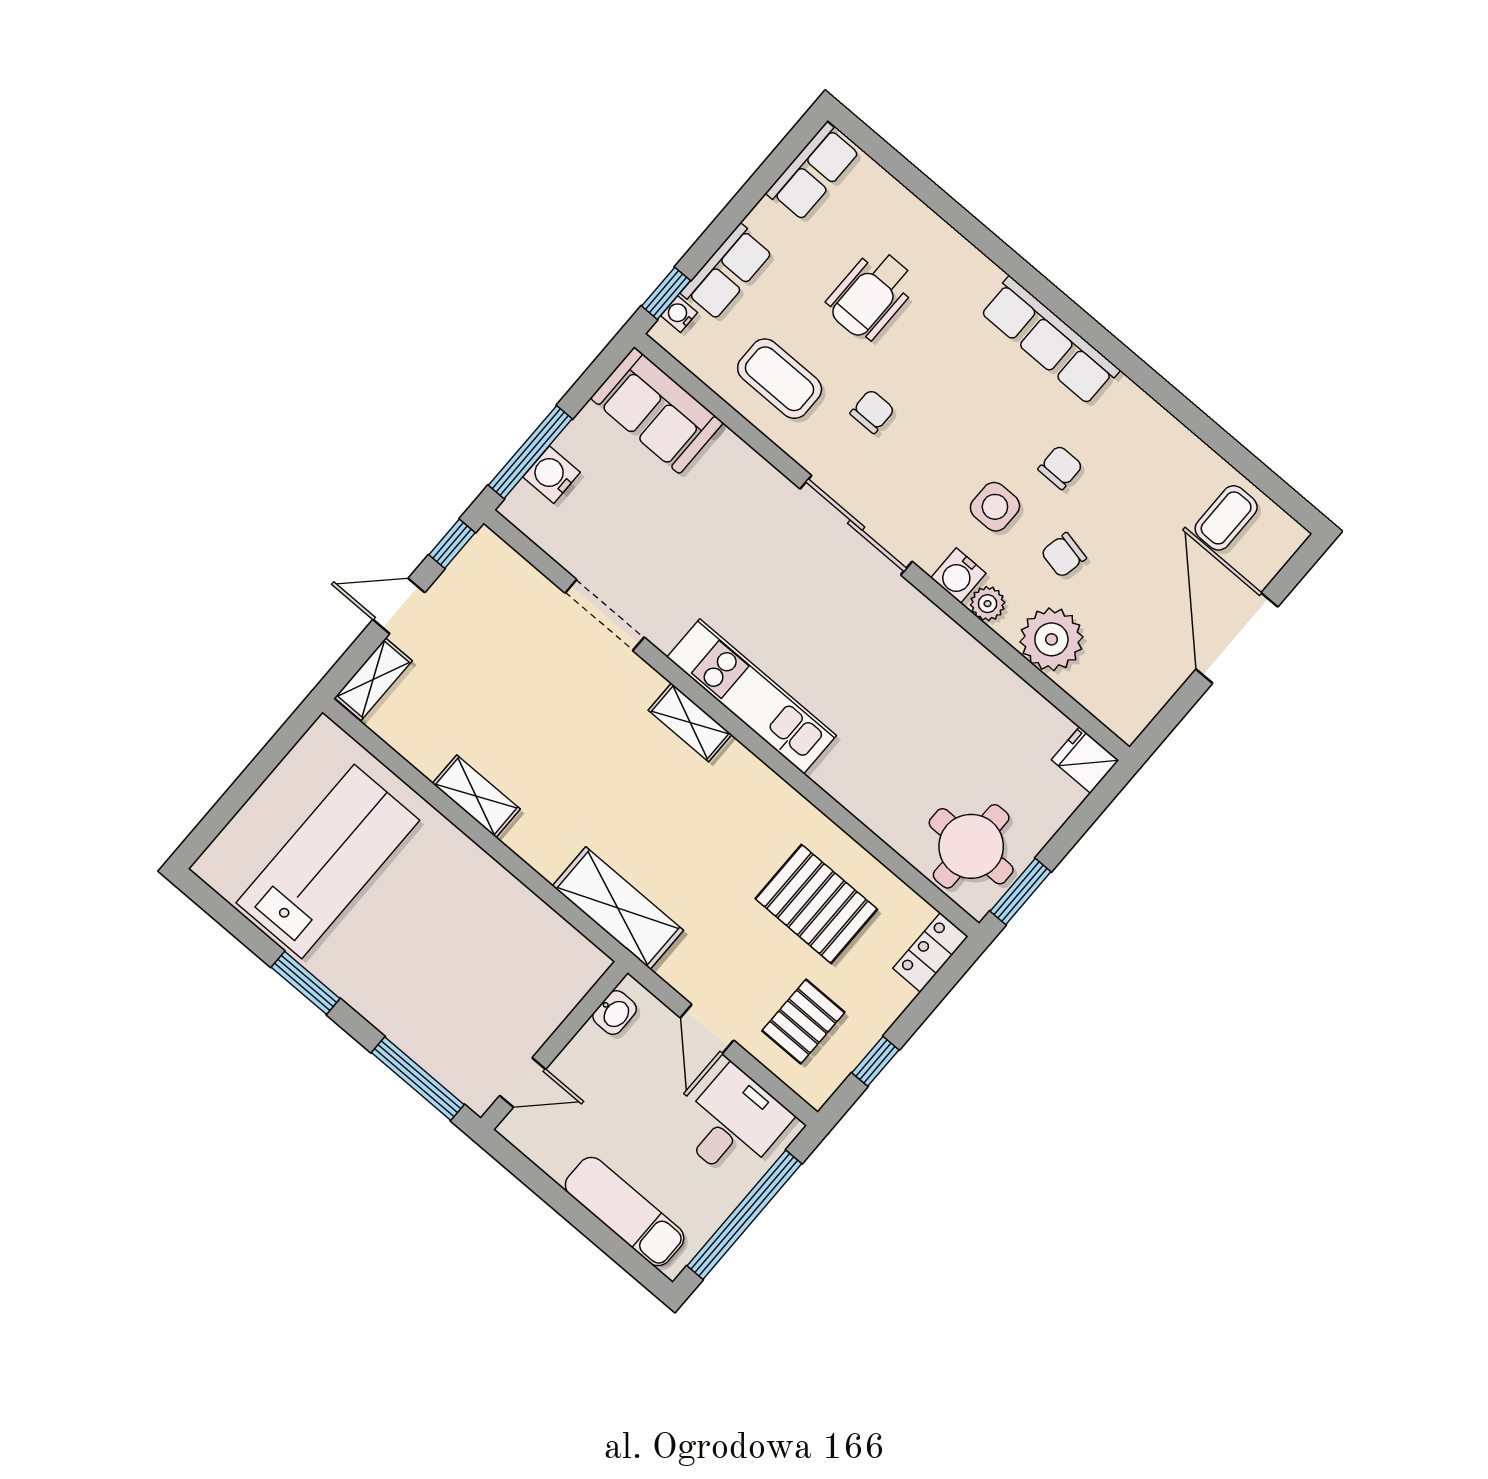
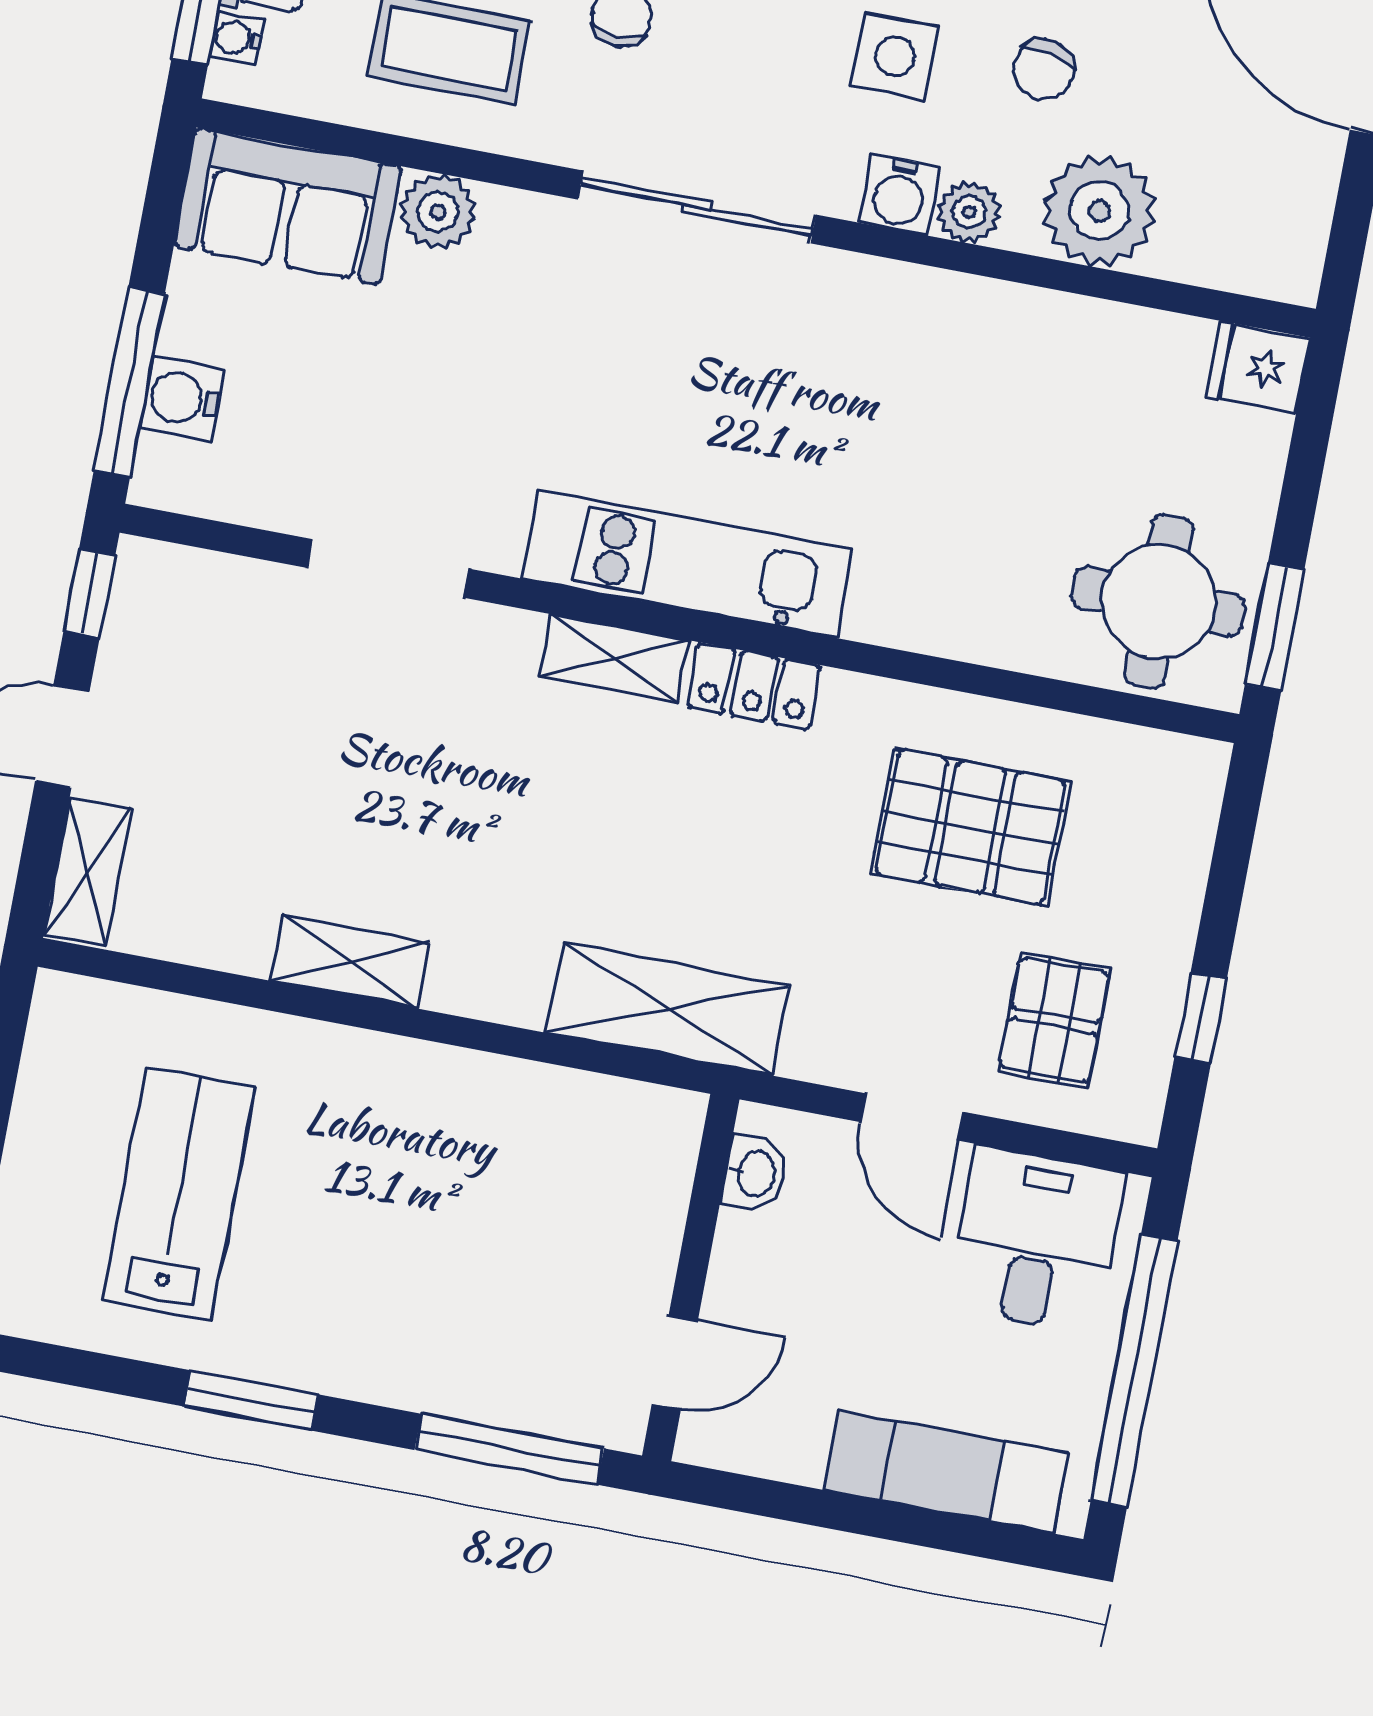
plant: (729, 455) -> (438, 212), added
lab bench: (328, 862) -> (179, 1194), width x0.73, depth x0.72
locker: (930, 952) -> (754, 686), moved, turned -90

